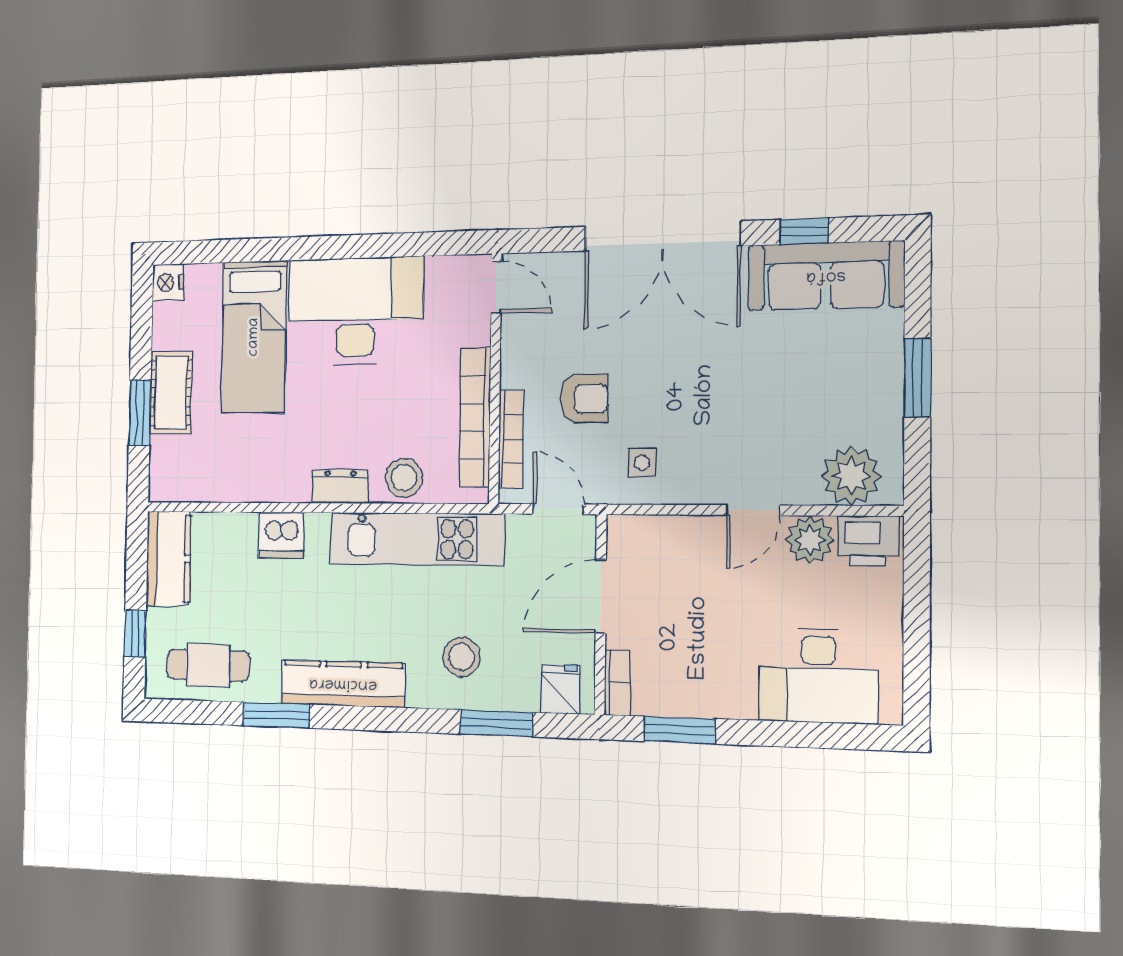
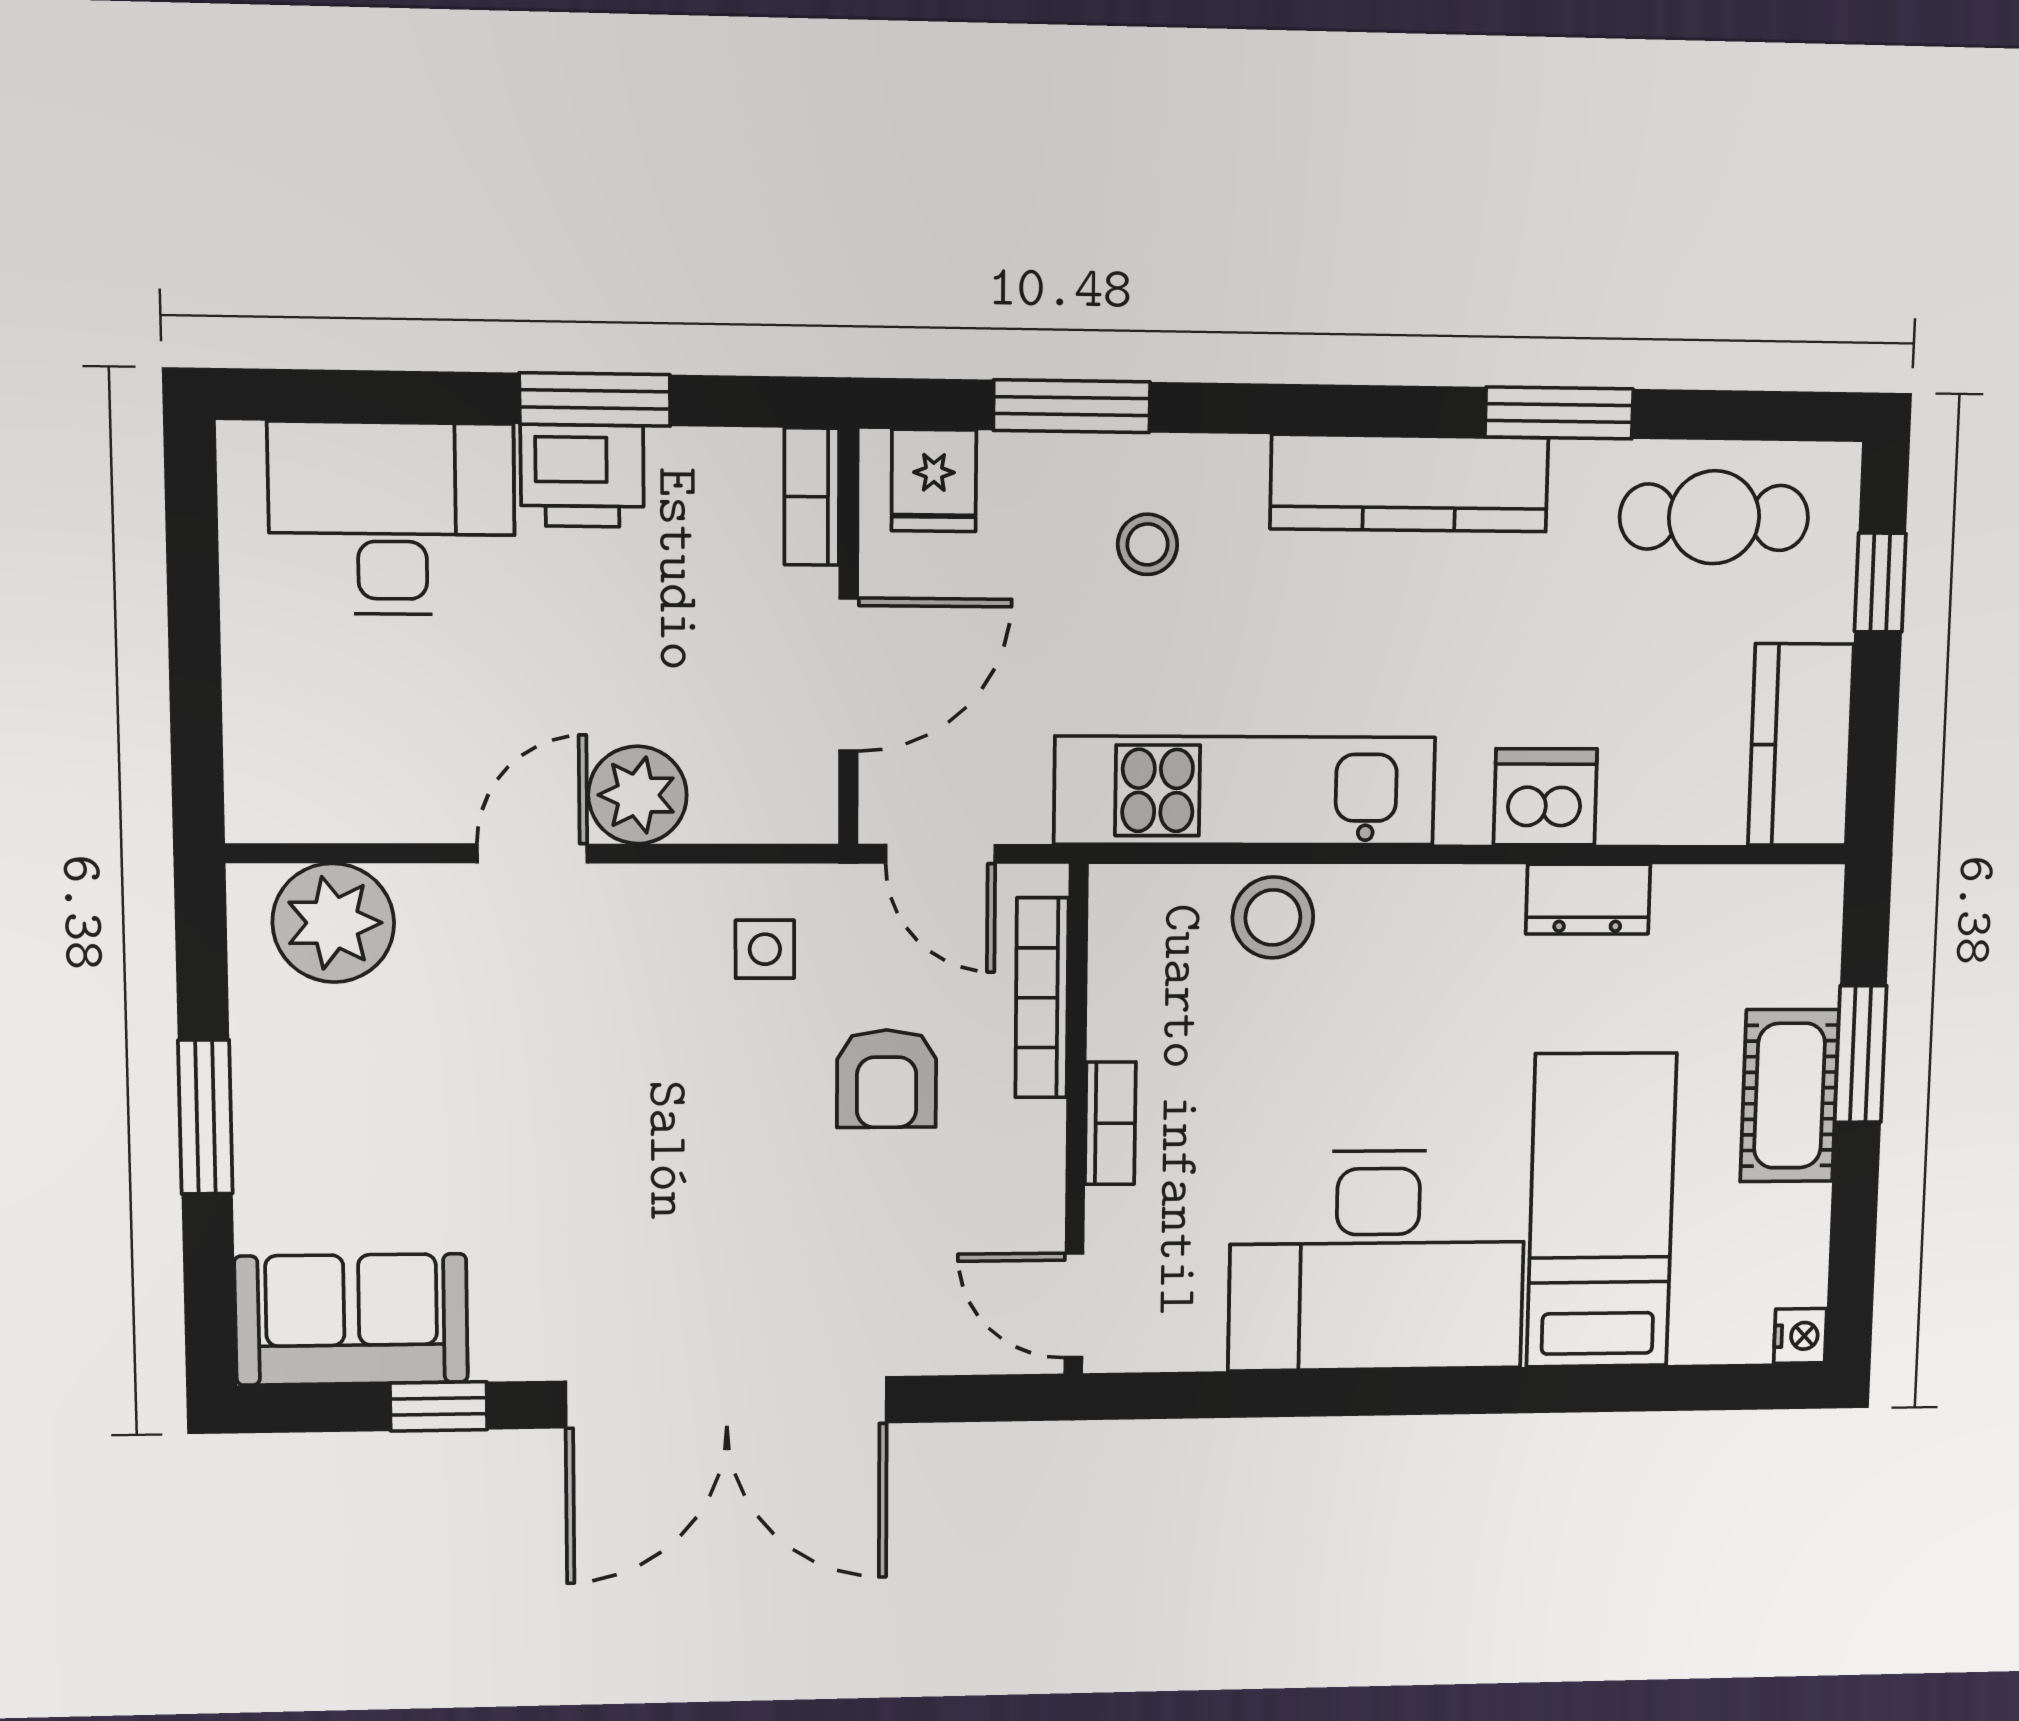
double door: (662, 236) -> (727, 1402), swing flipped
sofa: (826, 276) -> (352, 1319), width x0.73
nightstand: (168, 282) -> (1800, 1336), width x0.72, depth x0.74
armchair: (584, 399) -> (887, 1079), turned -90
bookcase: (475, 417) -> (1110, 1123), width x0.43, depth x0.76
dresser: (340, 486) -> (1588, 899), moved
plant: (810, 540) -> (638, 795), moved
printer: (868, 541) -> (582, 476), moved, turned 180
stool: (462, 657) -> (1148, 544), width x0.73, depth x0.73
window: (679, 730) -> (595, 399), moved

